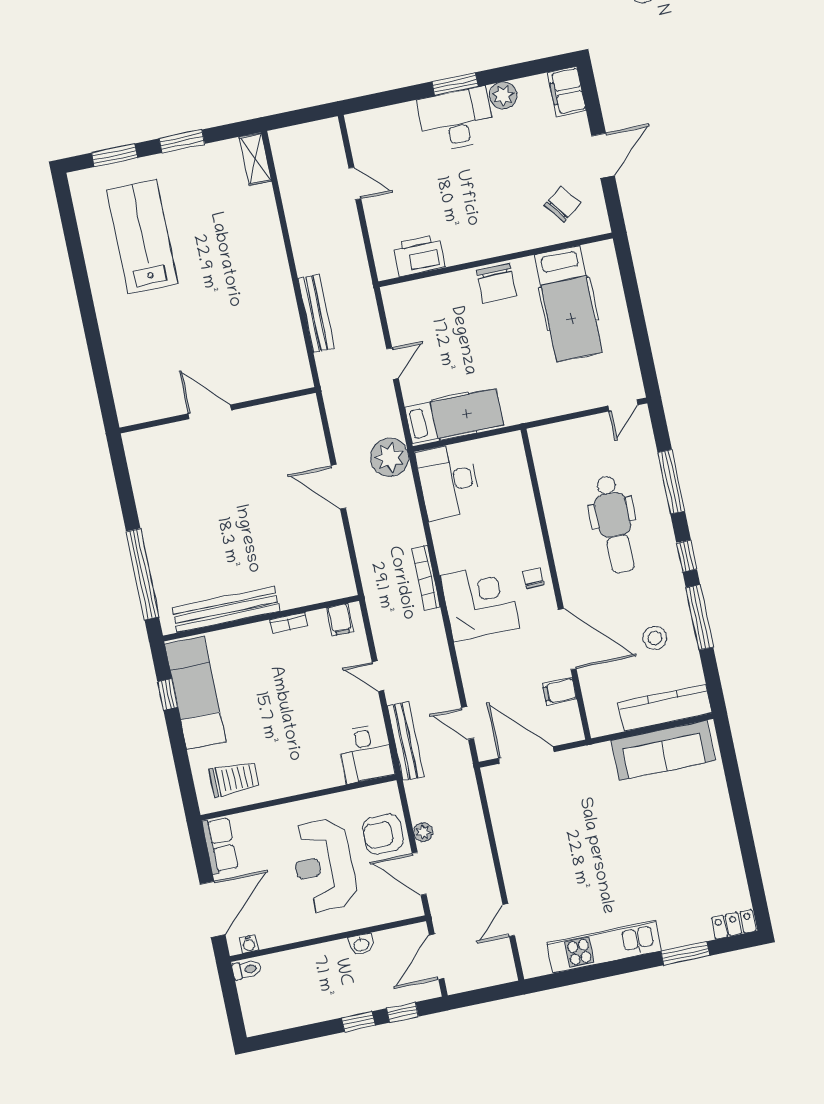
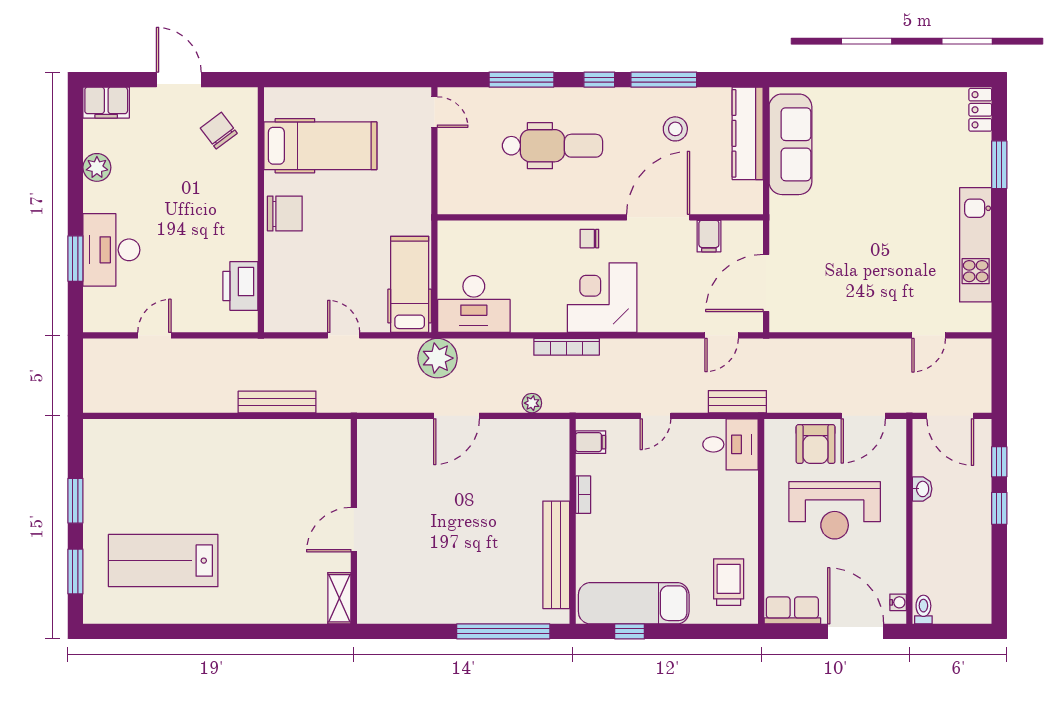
window: (455, 84) -> (75, 259), moved
desk: (456, 120) -> (111, 250), moved
shelving: (255, 159) -> (339, 598), moved, turned 90
bench: (406, 741) -> (737, 402), width x0.73
plant: (423, 832) -> (532, 403), moved
door: (509, 920) -> (929, 335), hinge flipped

